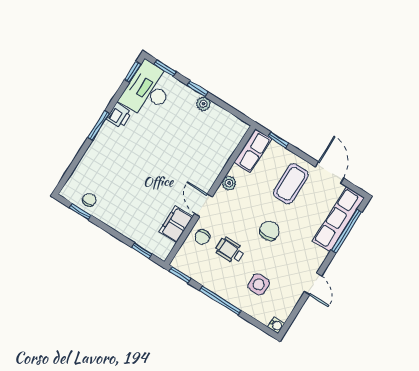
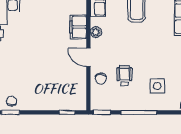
filing cabinet: (176, 224) -> (78, 27), moved
chair: (269, 231) -> (142, 47), removed
wheelchair: (230, 250) -> (124, 76), turned 90

